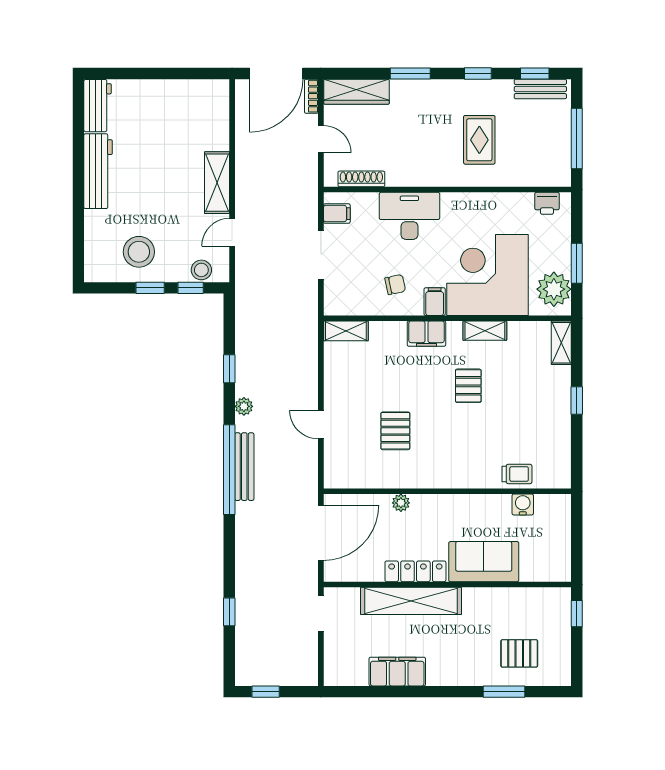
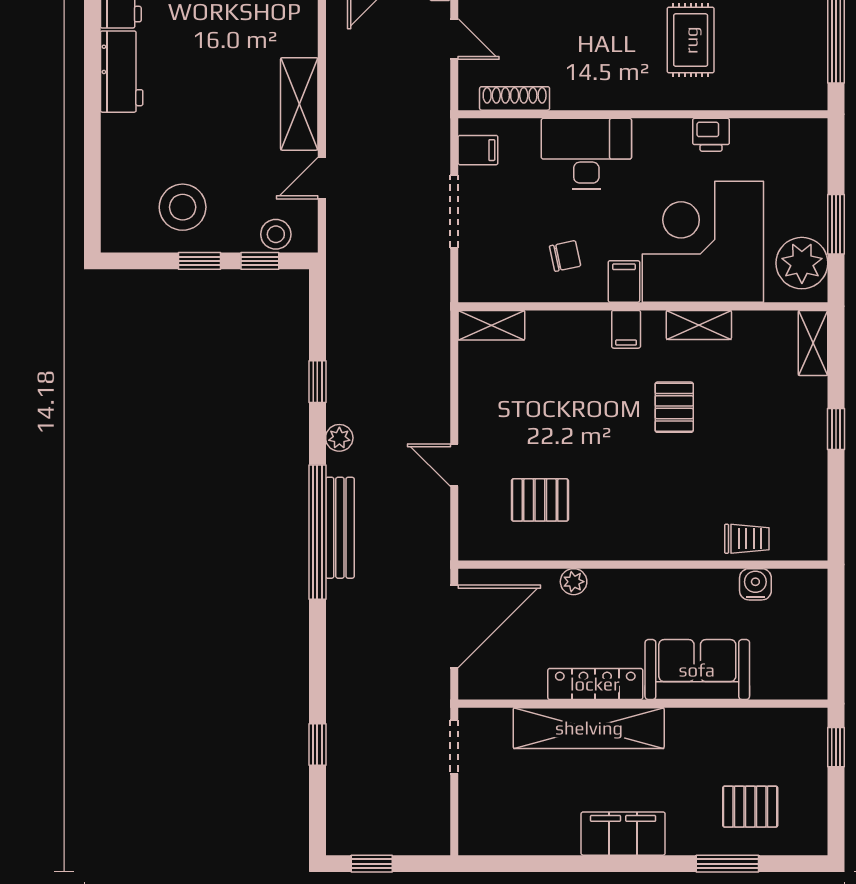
workbench: (98, 171) -> (122, 72), width x0.73
printer: (547, 203) -> (711, 135), moved
filing cabinet: (426, 334) -> (626, 329), width x0.50
pallet: (395, 431) -> (540, 500), moved, turned 90
filing cabinet: (397, 672) -> (623, 834), moved

